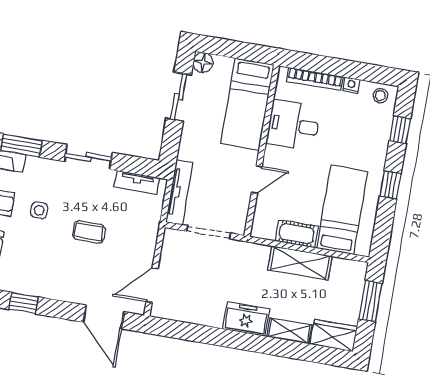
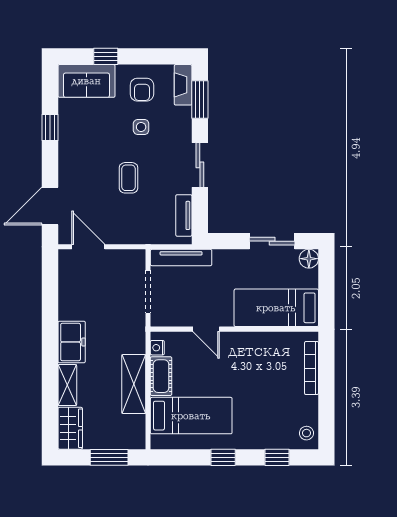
nightstand: (351, 85) -> (157, 348), moved, turned 180
desk: (293, 125) -> (264, 355), removed

